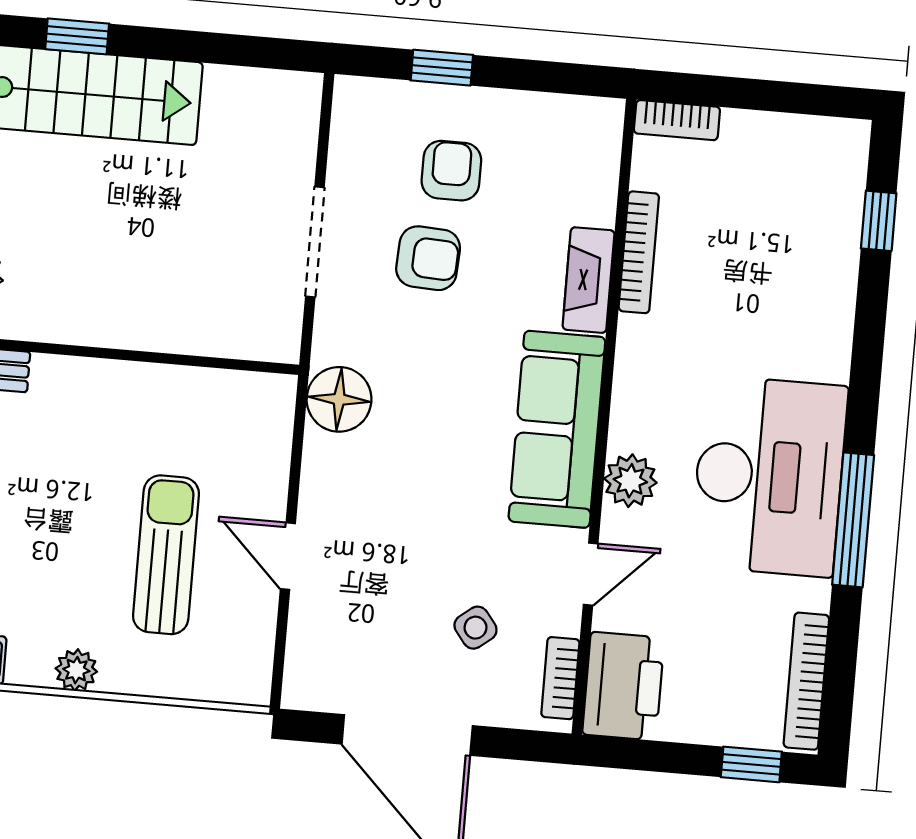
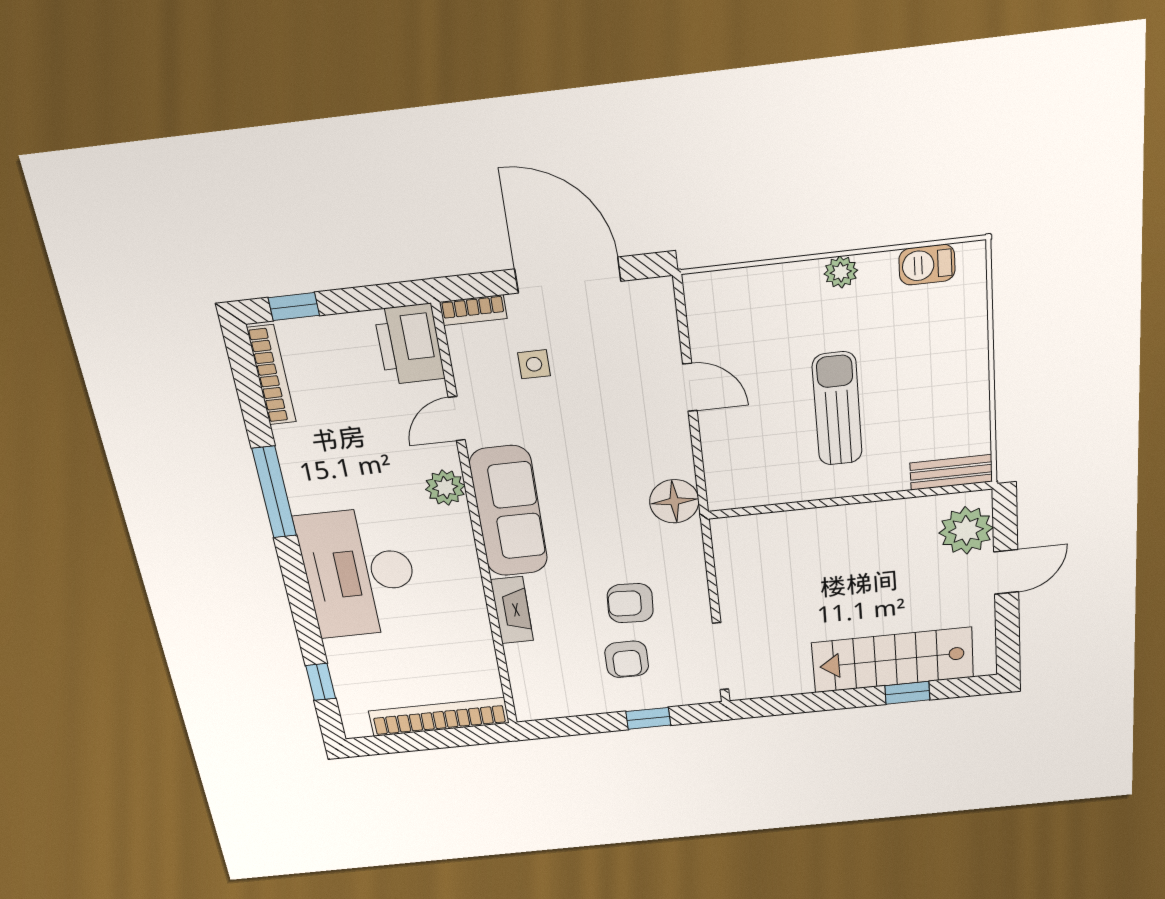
bookcase: (677, 120) -> (439, 717), width x2.31, depth x1.31
doorway: (315, 242) -> (721, 656), moved
bookcase: (639, 252) -> (481, 634), removed
desk: (769, 476) -> (359, 573), moved
sun lounger: (166, 555) -> (837, 409), moved, turned 180
side table: (475, 628) -> (534, 364), turned 38
bookcase: (560, 678) -> (473, 310), moved, turned 90

